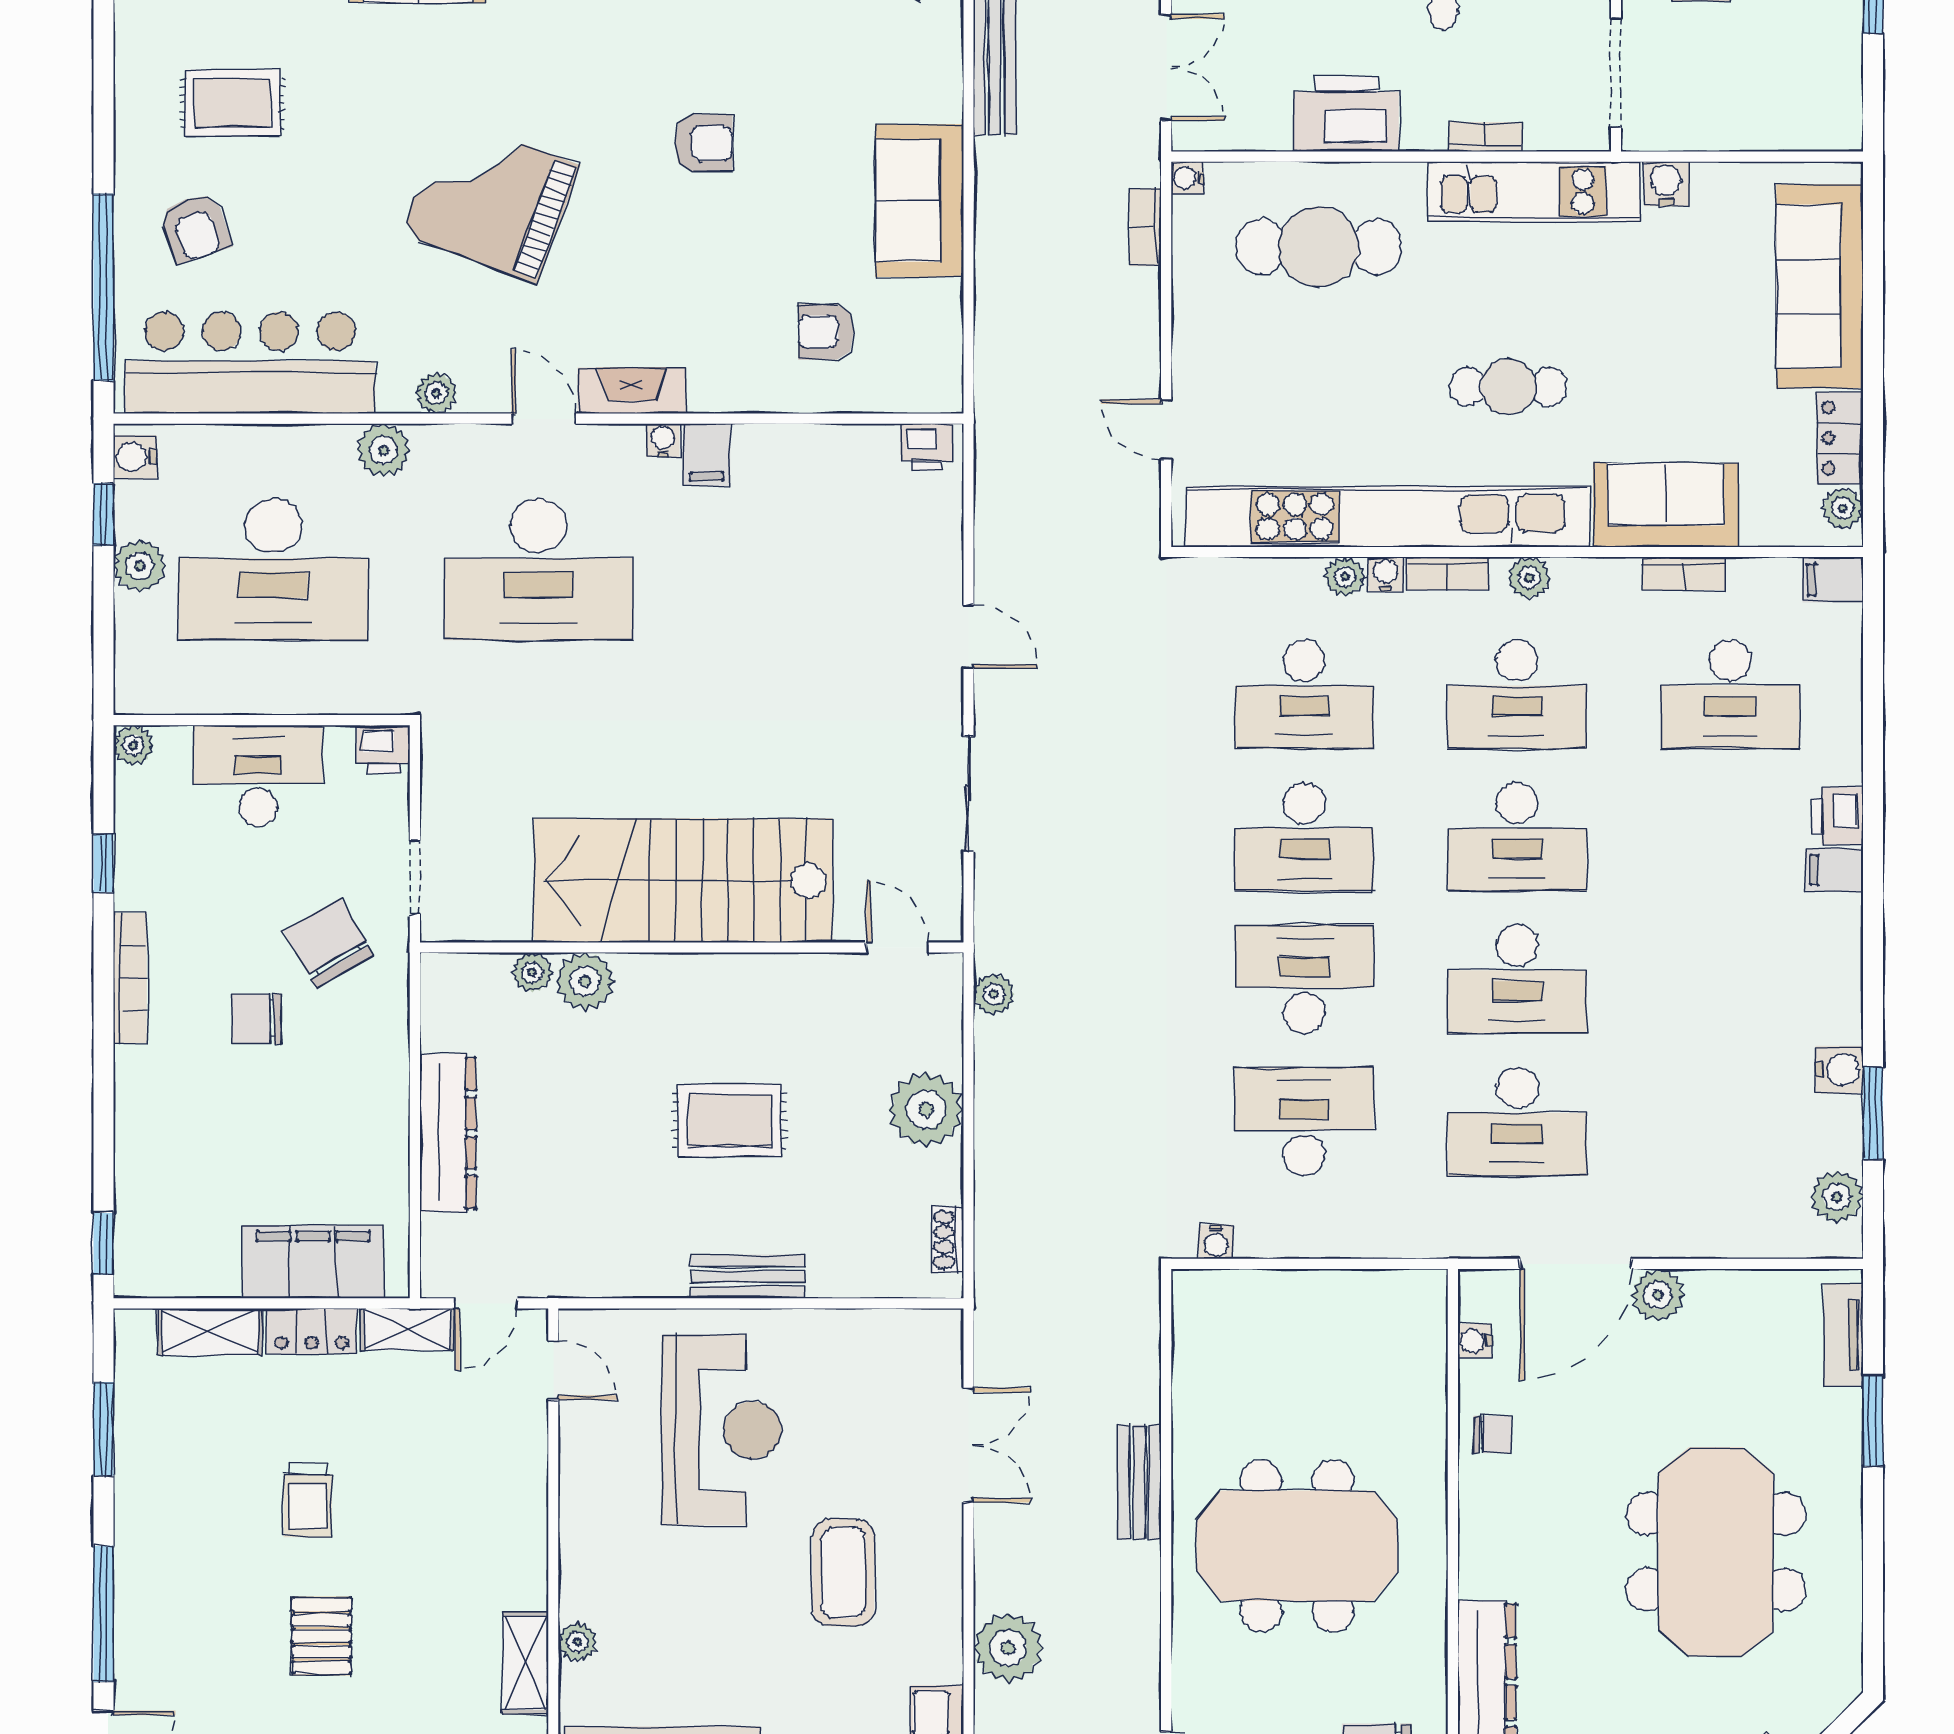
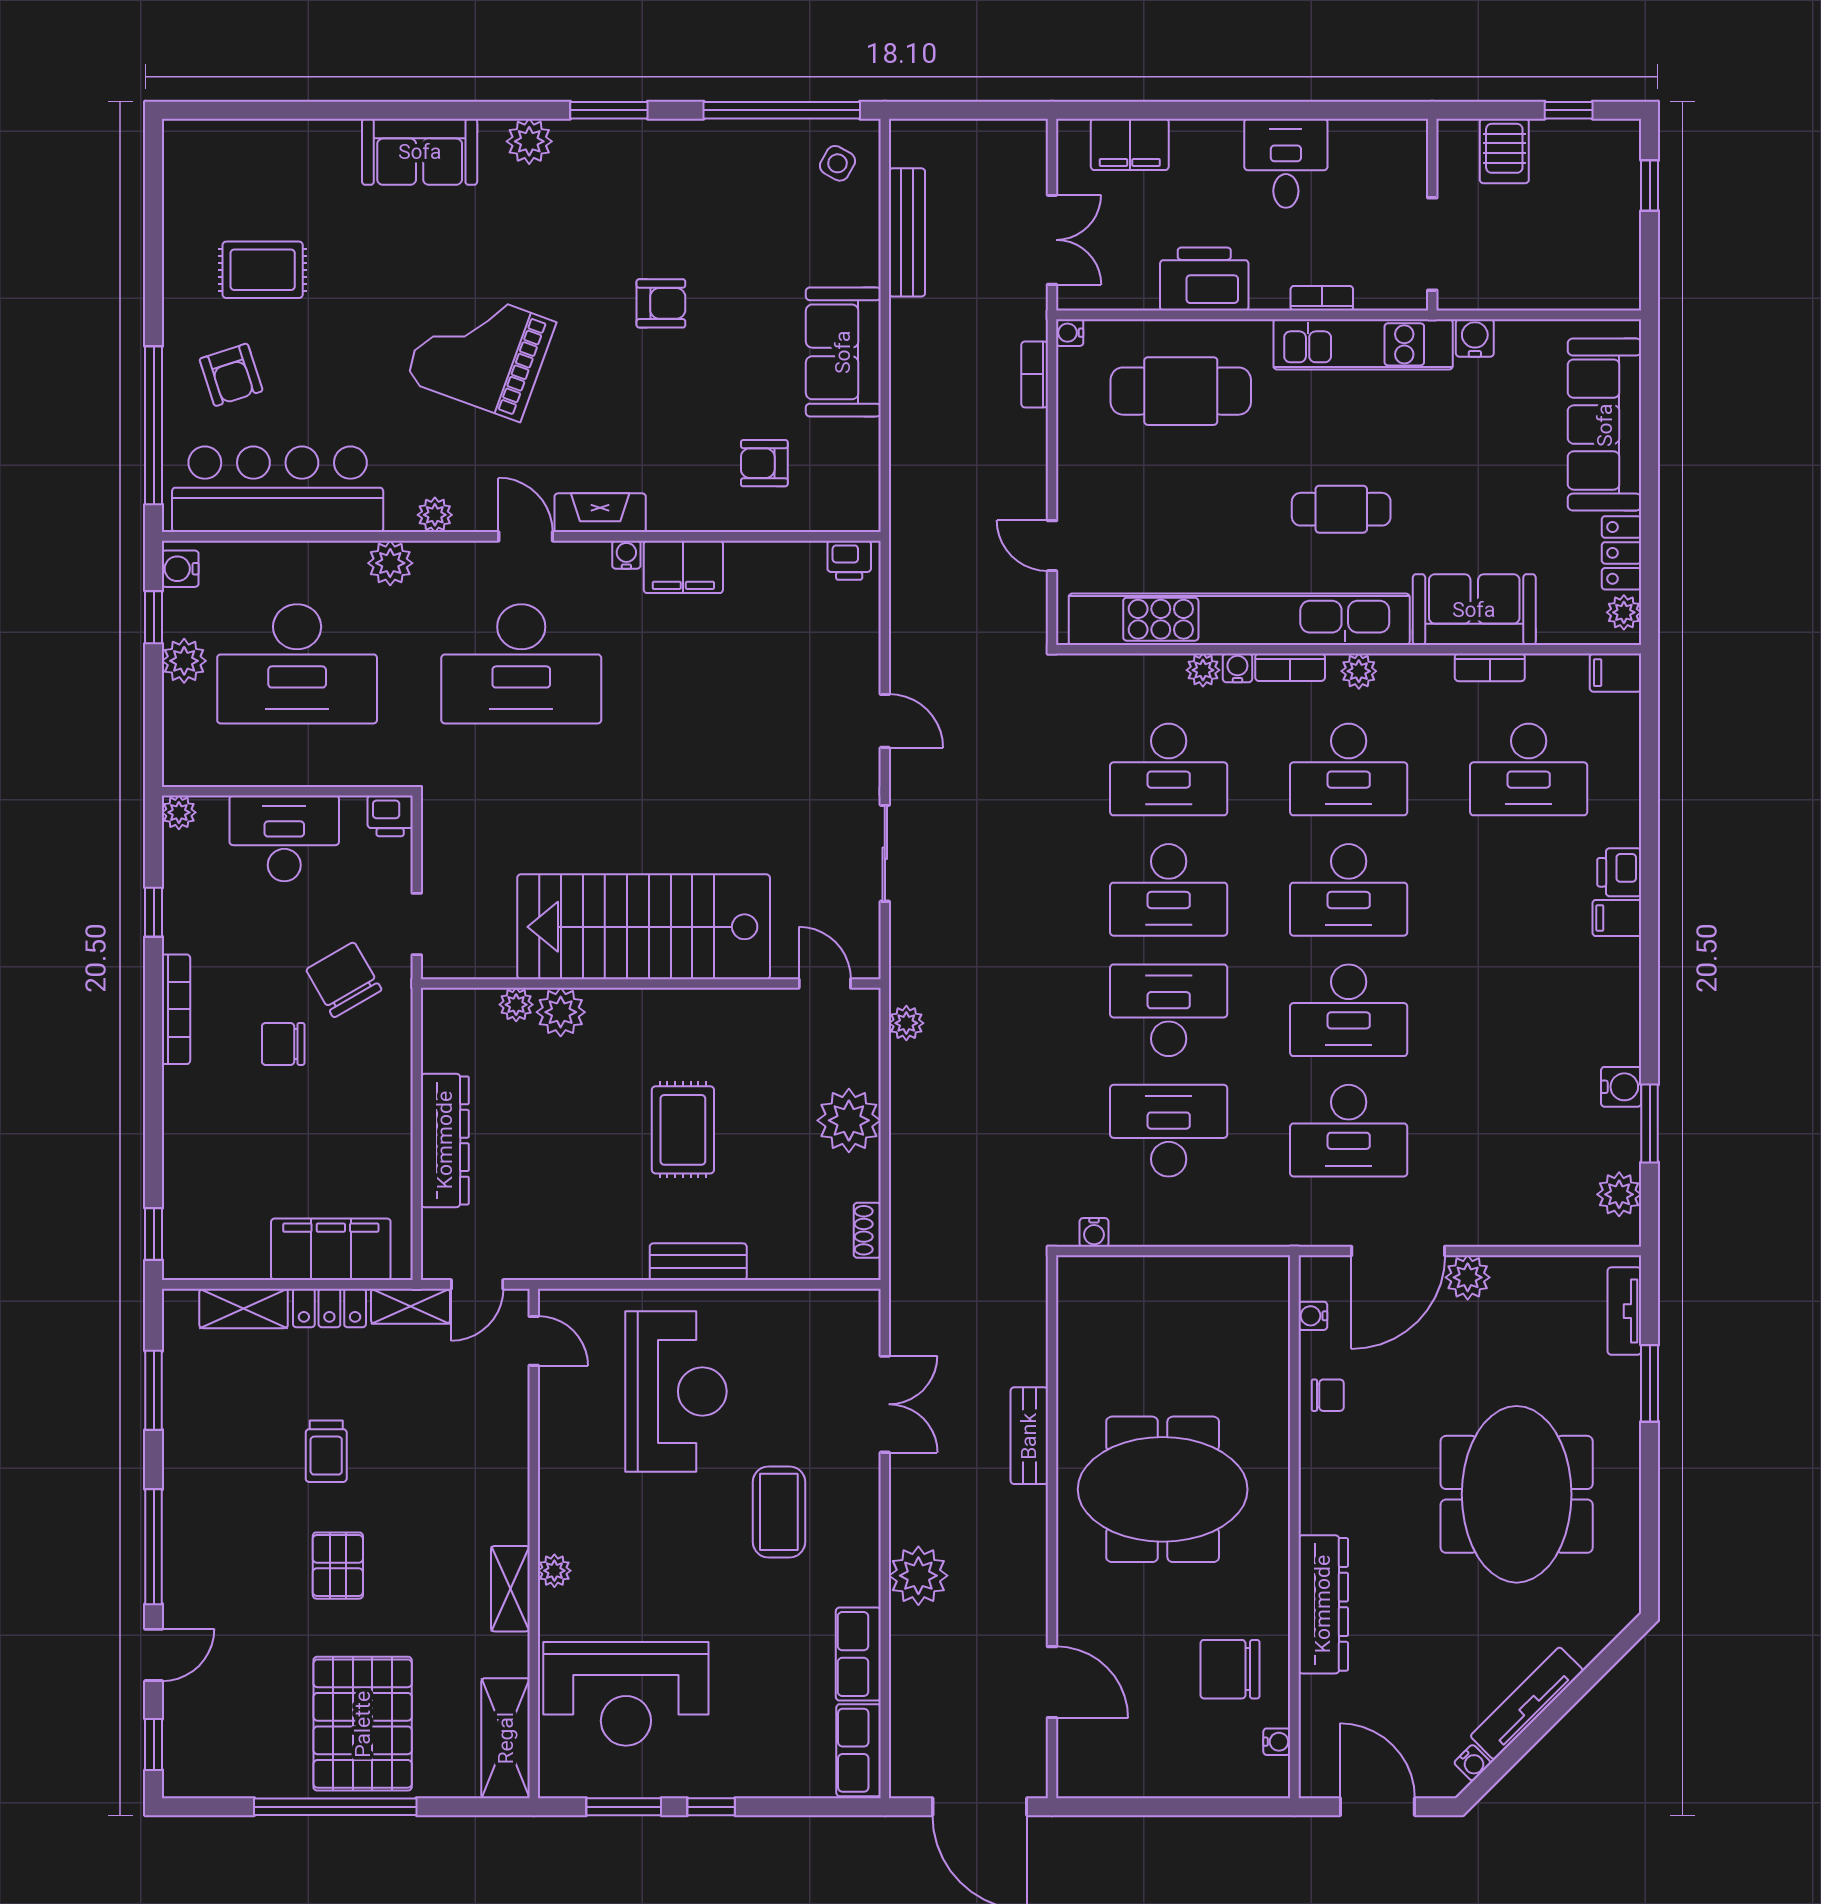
filing cabinet: (707, 455) -> (683, 567), width x2.00
rug: (730, 1121) -> (683, 1130), turned 90

